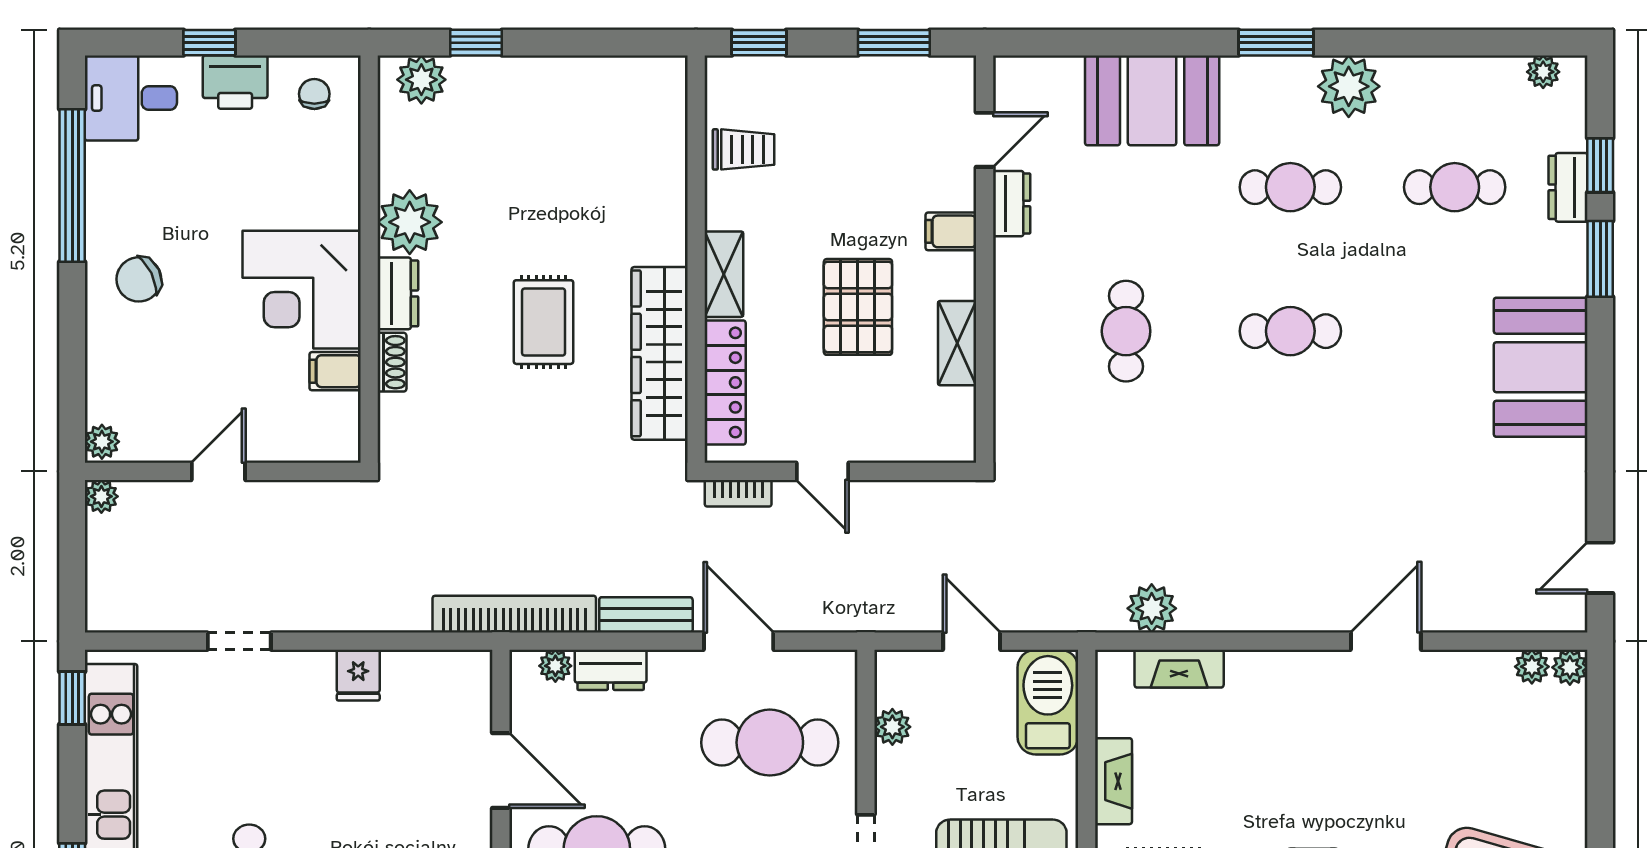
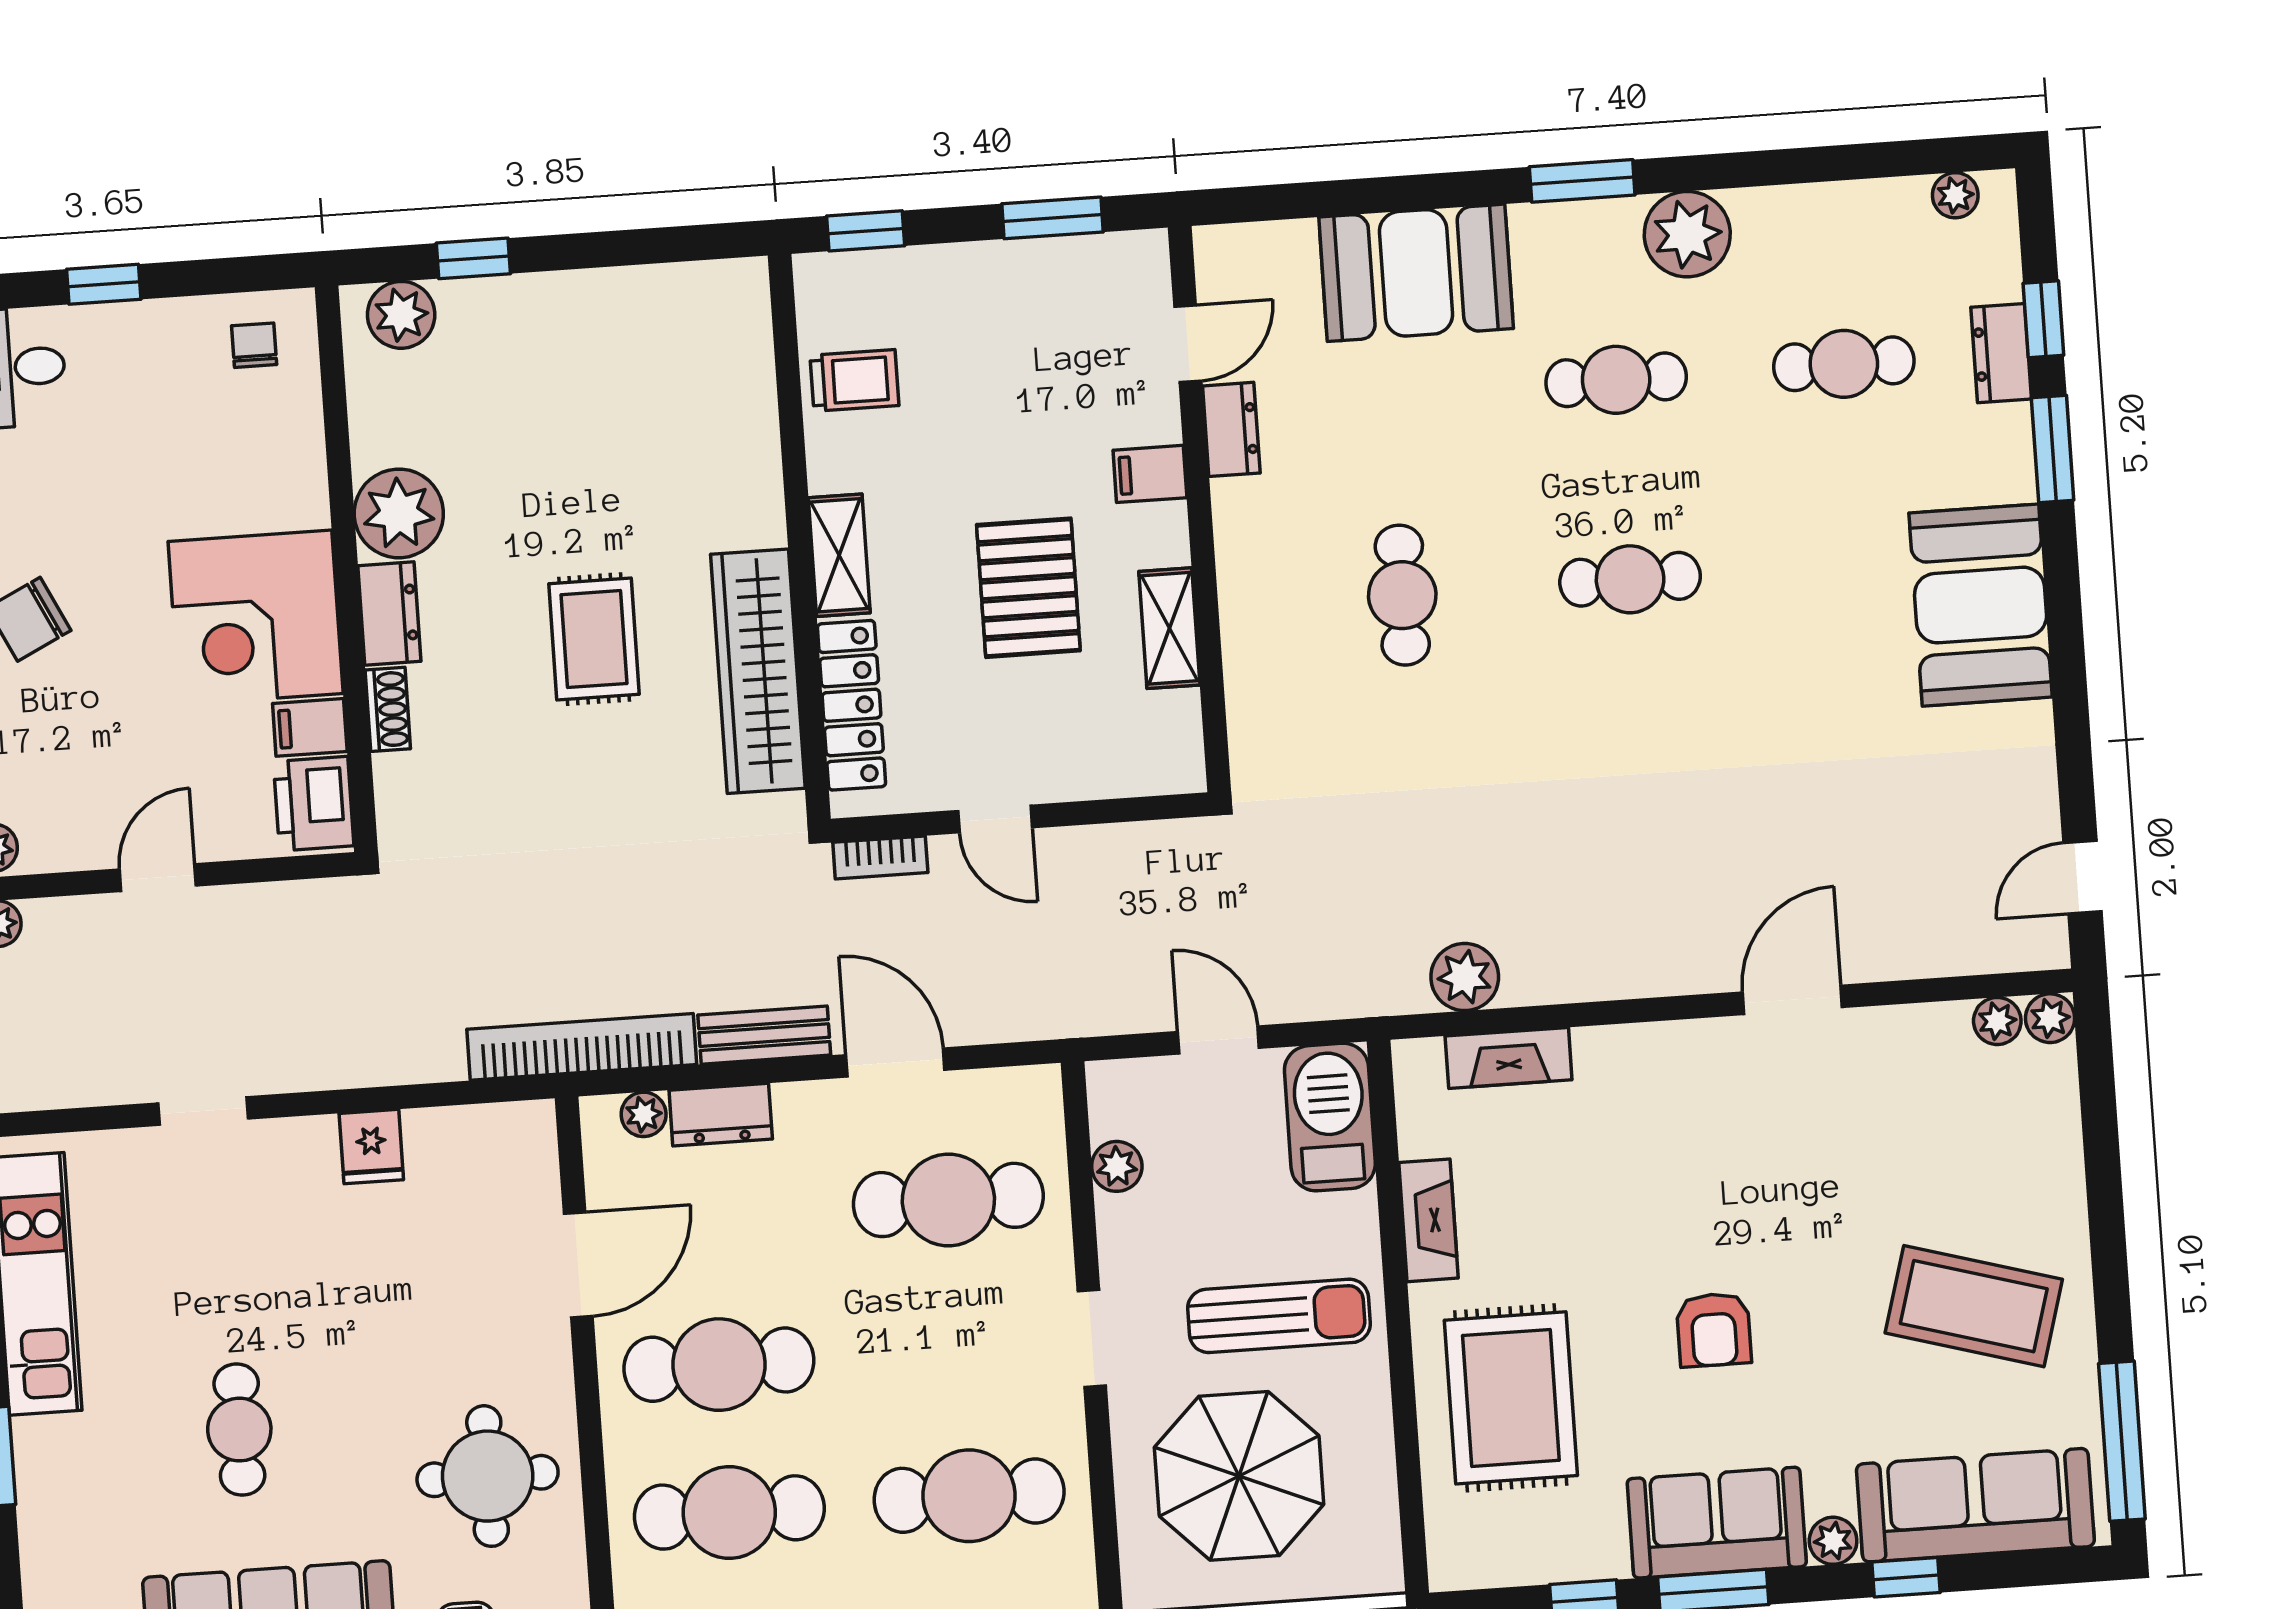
printer: (235, 82) -> (314, 804), moved, turned 90
door: (501, 770) -> (578, 1265), hinge flipped

